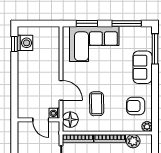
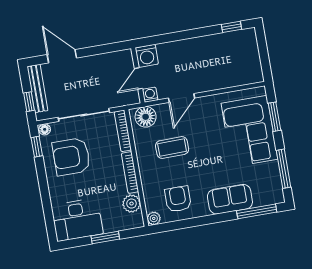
washing machine: (25, 43) -> (147, 56), moved

